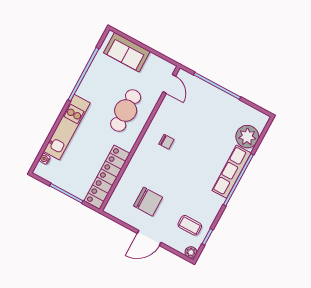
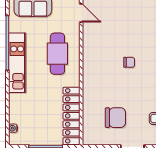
kitchen unit: (67, 127) -> (17, 63), moved
chair: (166, 142) -> (129, 62), moved

